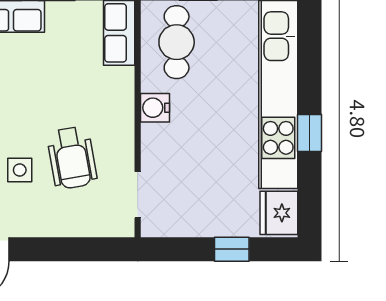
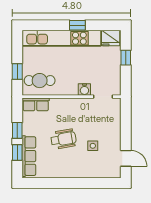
water cooler: (155, 108) -> (84, 89), moved
wheelchair: (72, 158) -> (63, 139), moved

